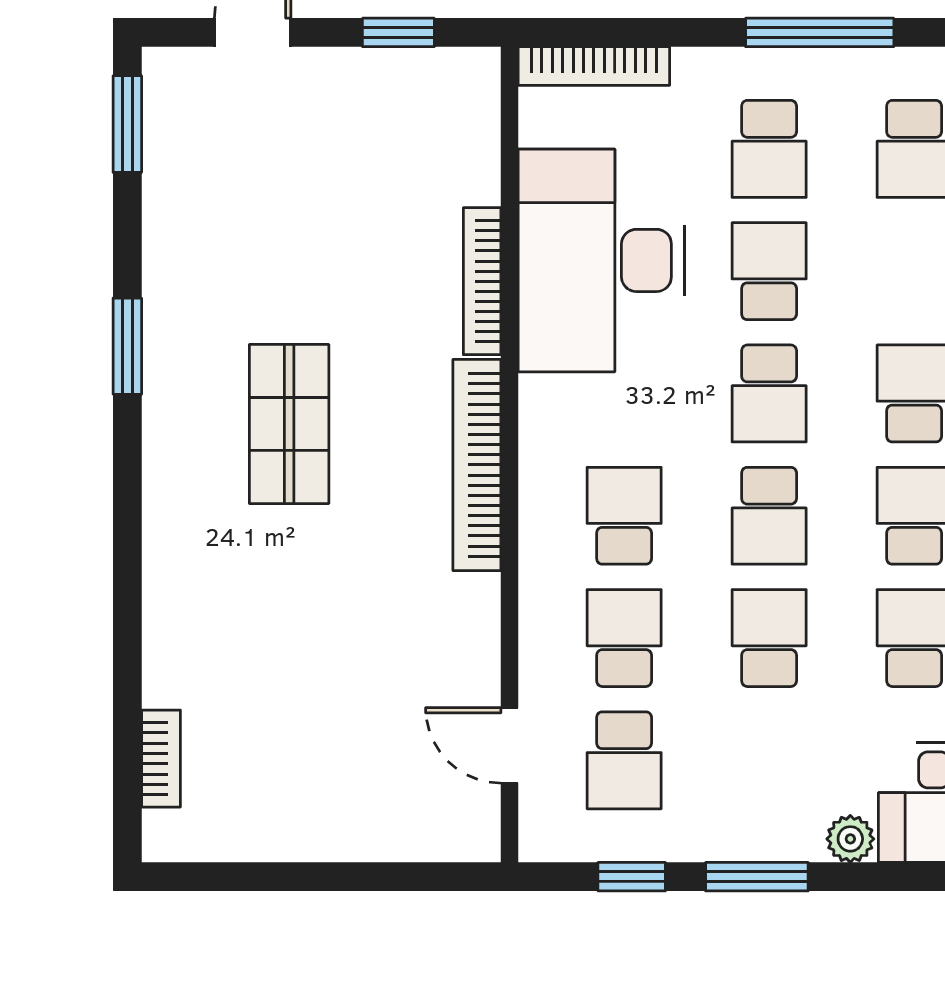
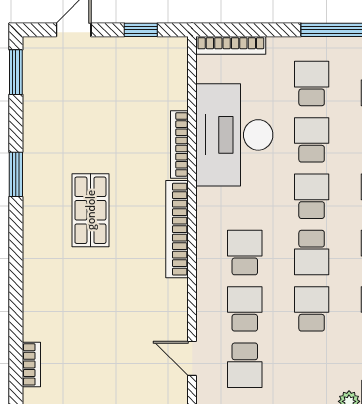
school desk: (769, 149) -> (312, 84), turned 180
school desk: (769, 393) -> (312, 196), turned 180

